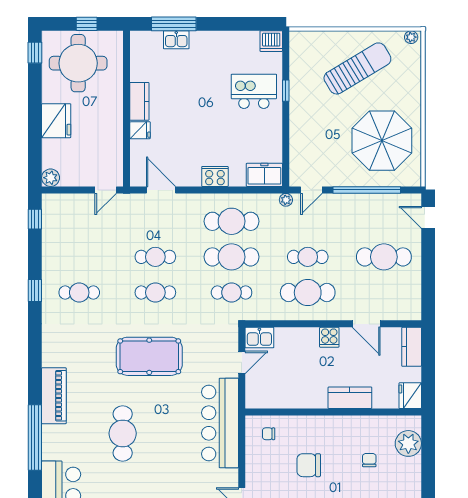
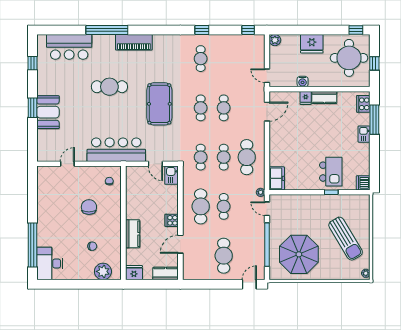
kitchen sink: (176, 40) -> (364, 134), moved
water cooler: (115, 135) -> (303, 82), added
cooker: (215, 176) -> (363, 104), moved, turned 180
cafe table: (232, 257) -> (224, 157), width x0.73, depth x0.74

